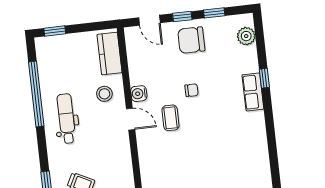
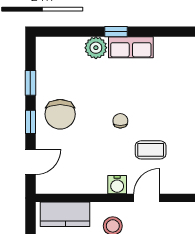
plant: (246, 36) -> (96, 48), moved

